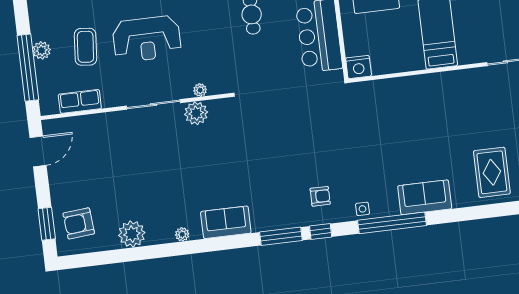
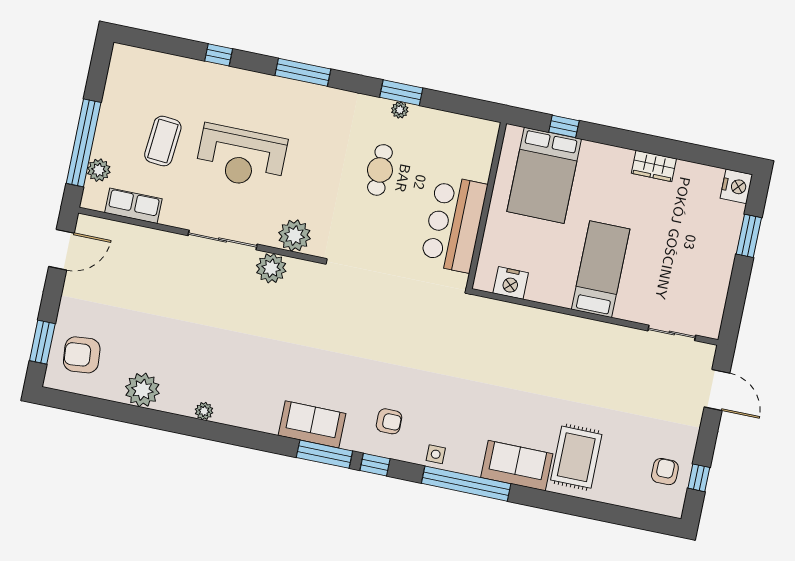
plant: (42, 50) -> (99, 170), moved
nightstand: (359, 67) -> (511, 283), moved
plant: (200, 90) -> (295, 236), width x1.87, depth x1.87
rug: (492, 172) -> (576, 457), moved
sofa: (226, 222) -> (312, 424), moved

